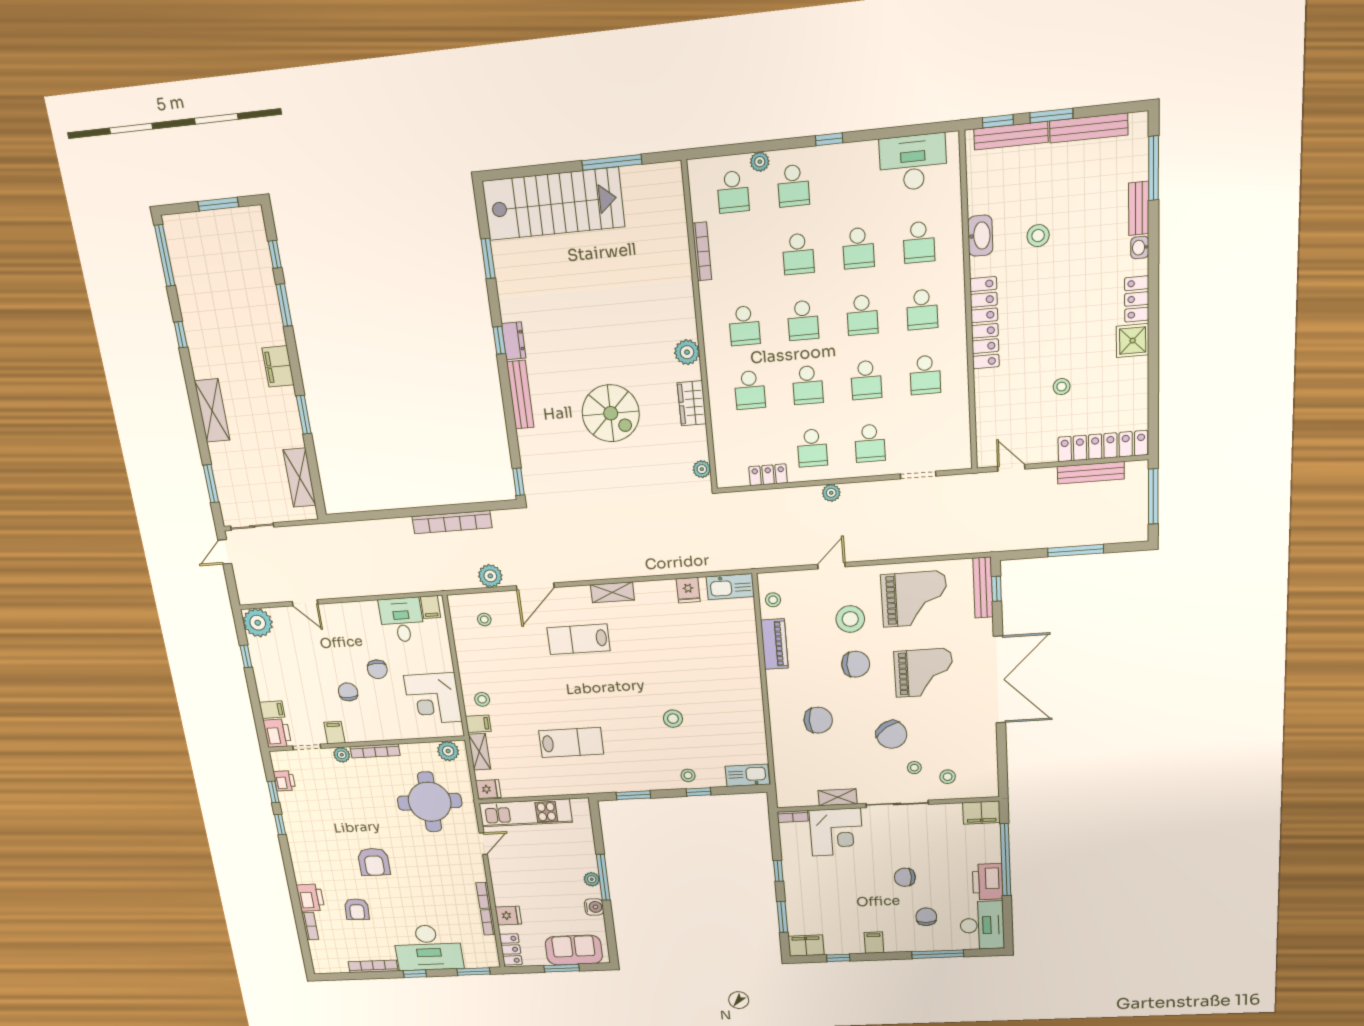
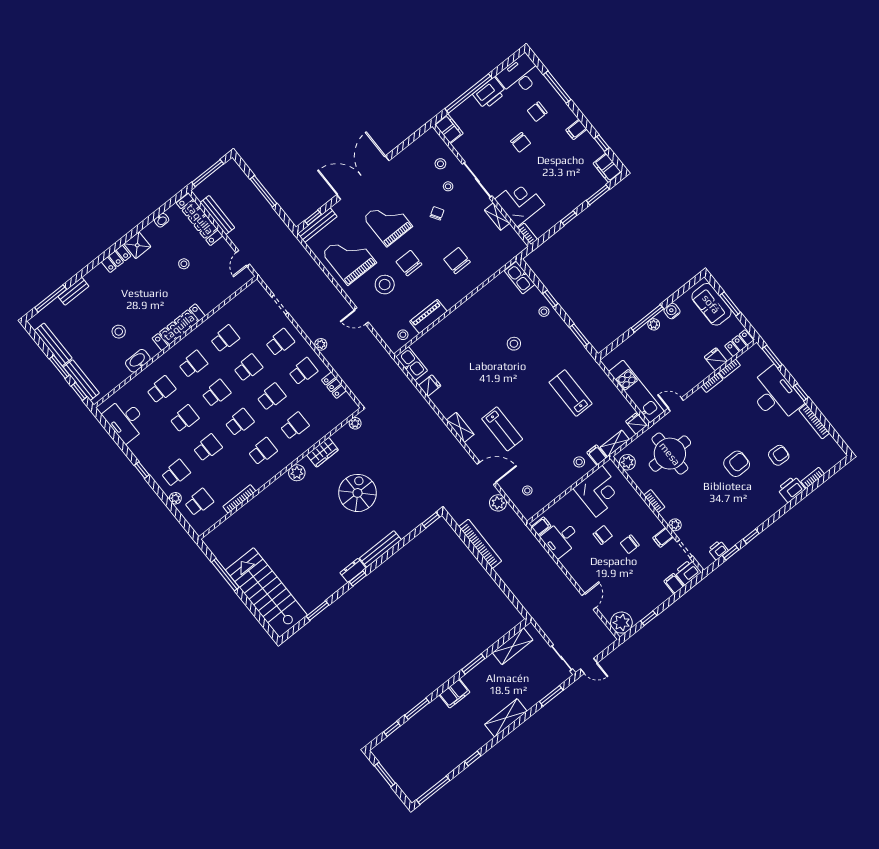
washbasin: (1140, 247) -> (162, 220), moved
chair: (892, 735) -> (437, 213), width x0.54, depth x0.54
bookcase: (375, 751) -> (654, 501), width x0.64

